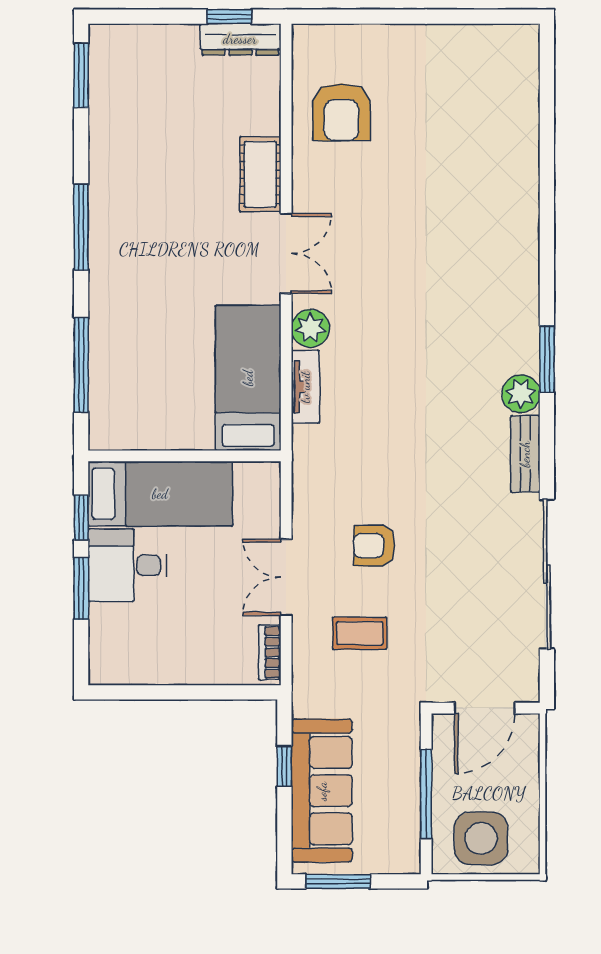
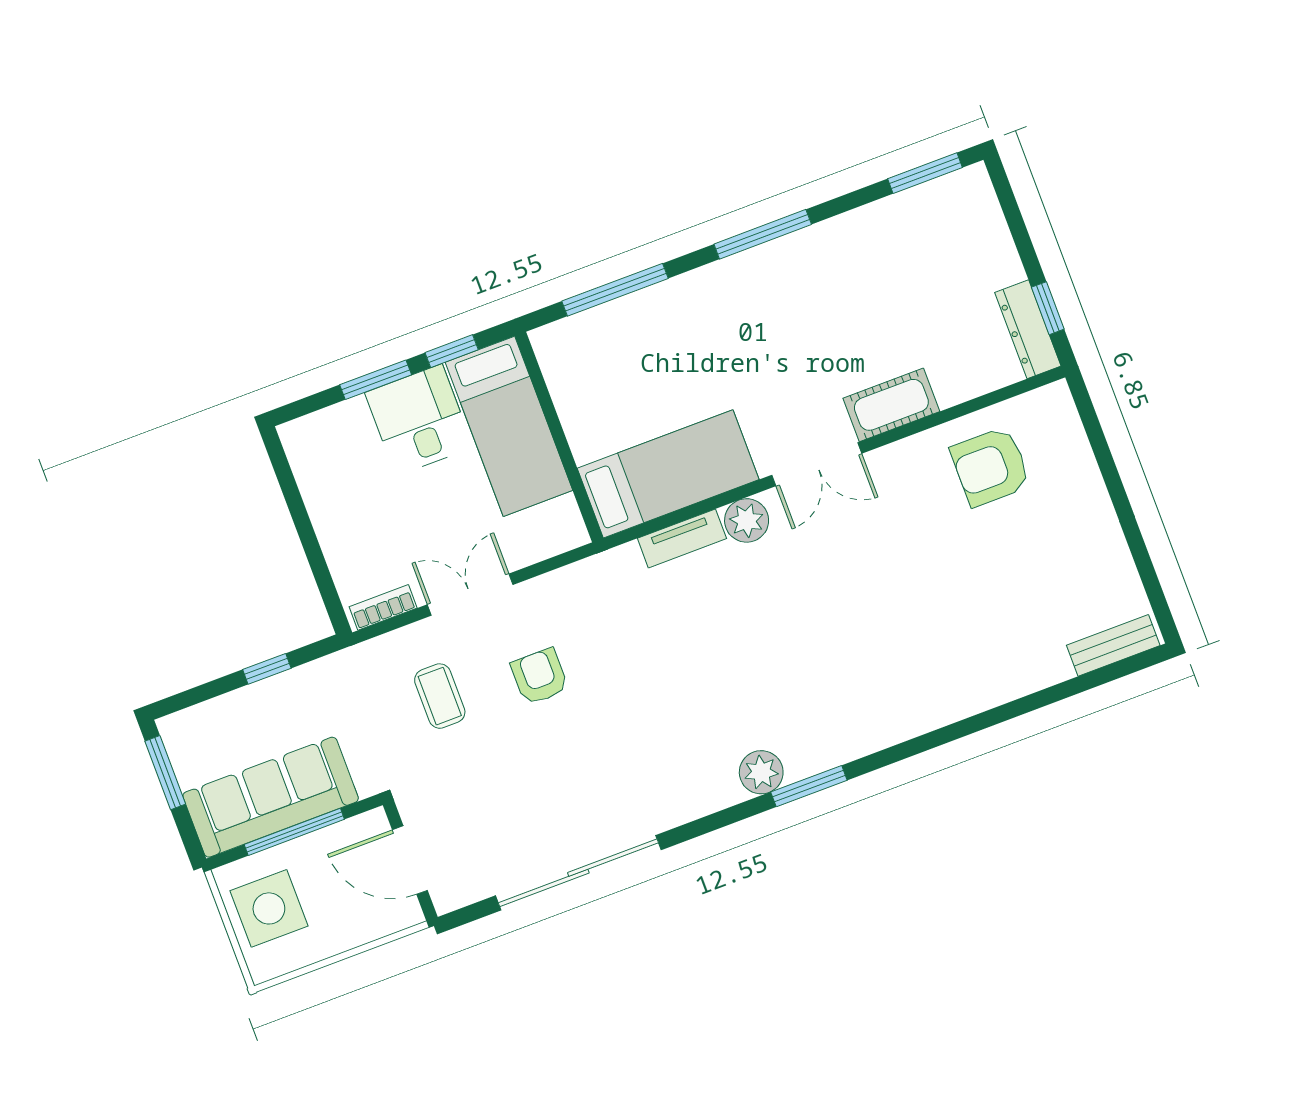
bench: (525, 454) -> (1113, 645), moved
sofa: (322, 791) -> (271, 797), moved, turned 180

